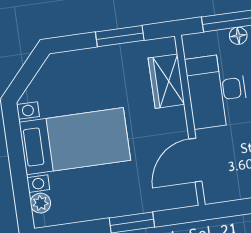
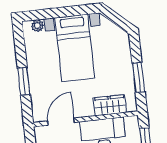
door: (195, 160) -> (61, 122), hinge flipped

